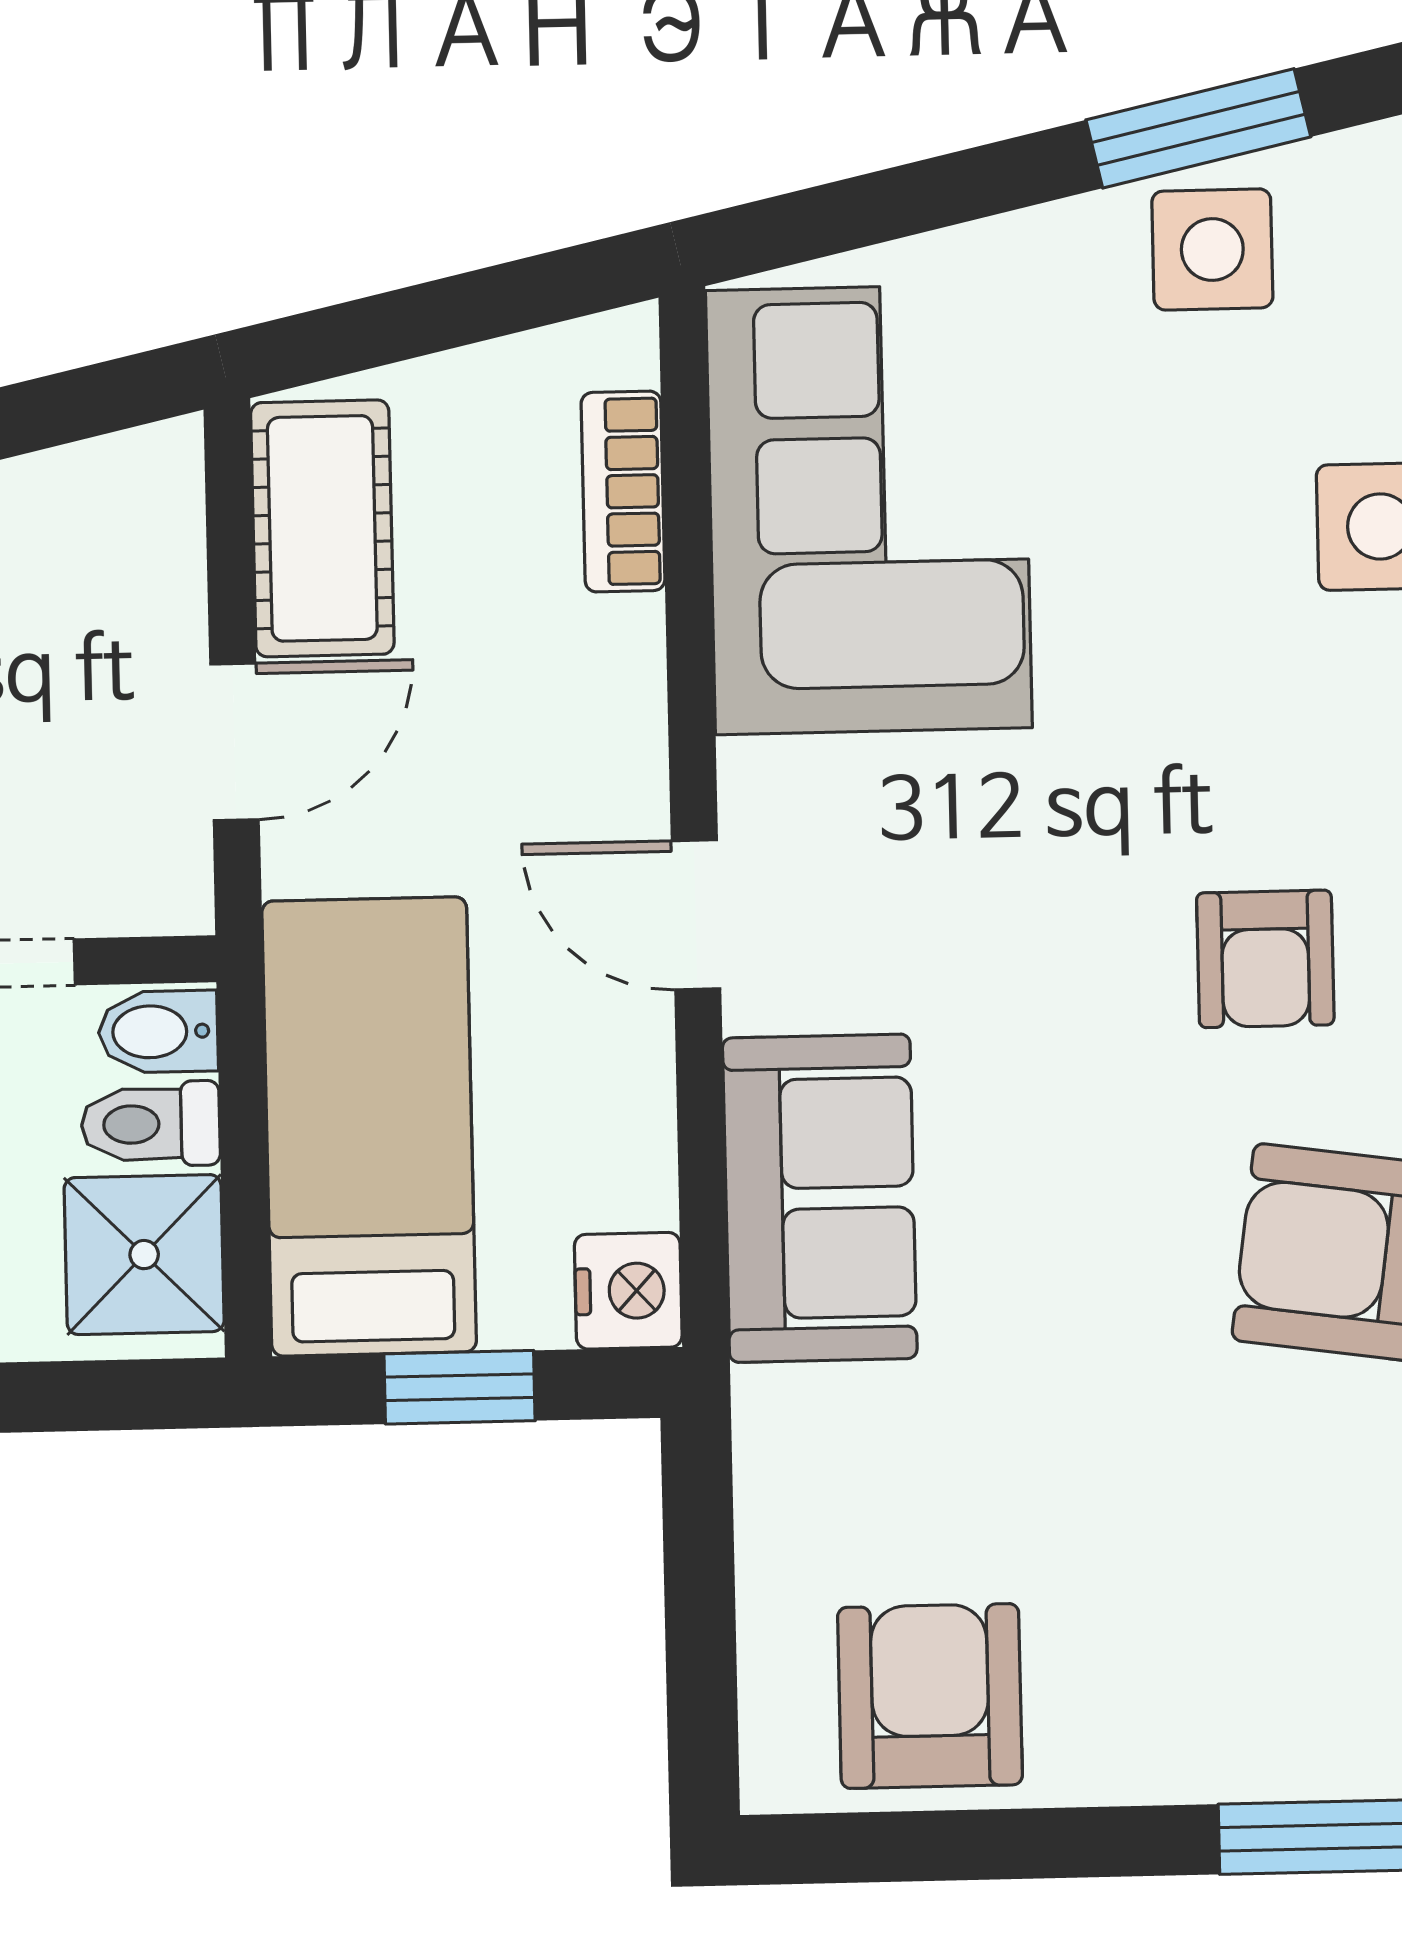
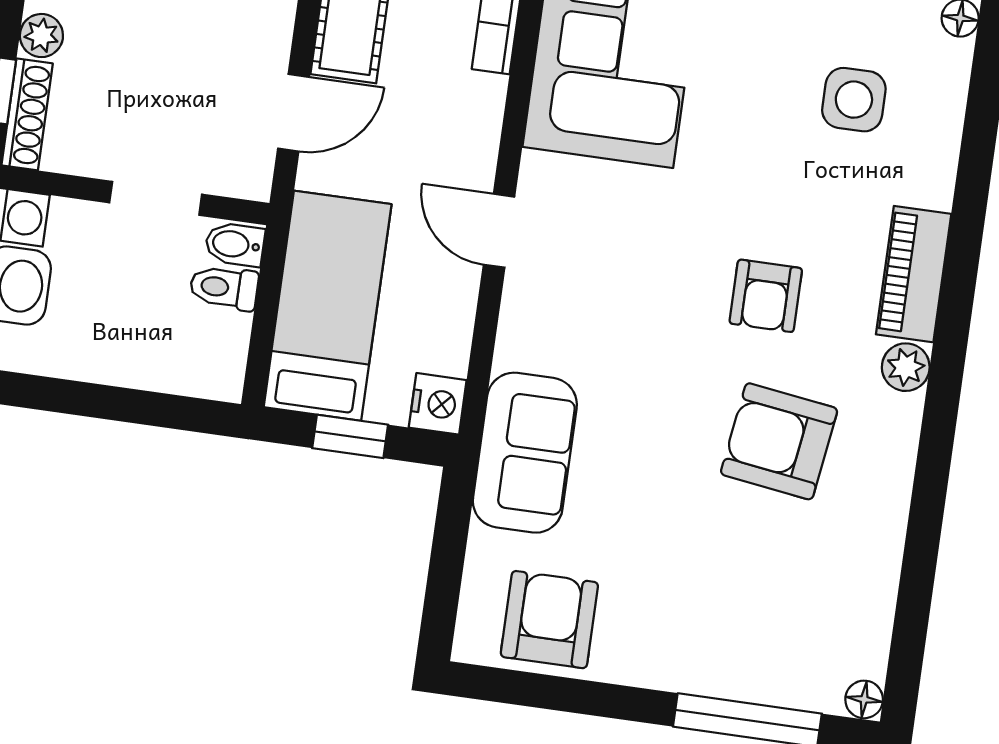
sofa: (820, 1198) -> (525, 453), moved
shower: (144, 1255) -> (211, 349), removed

